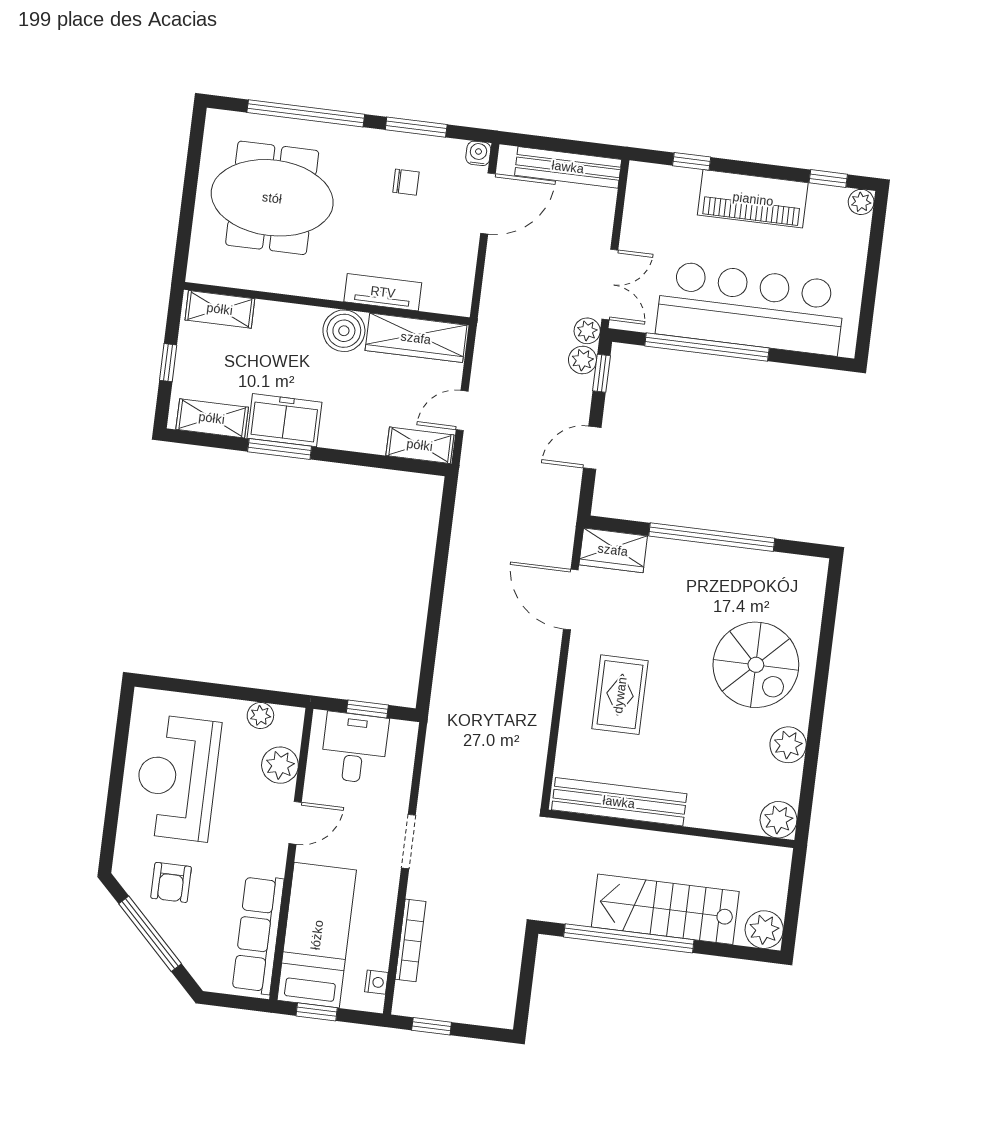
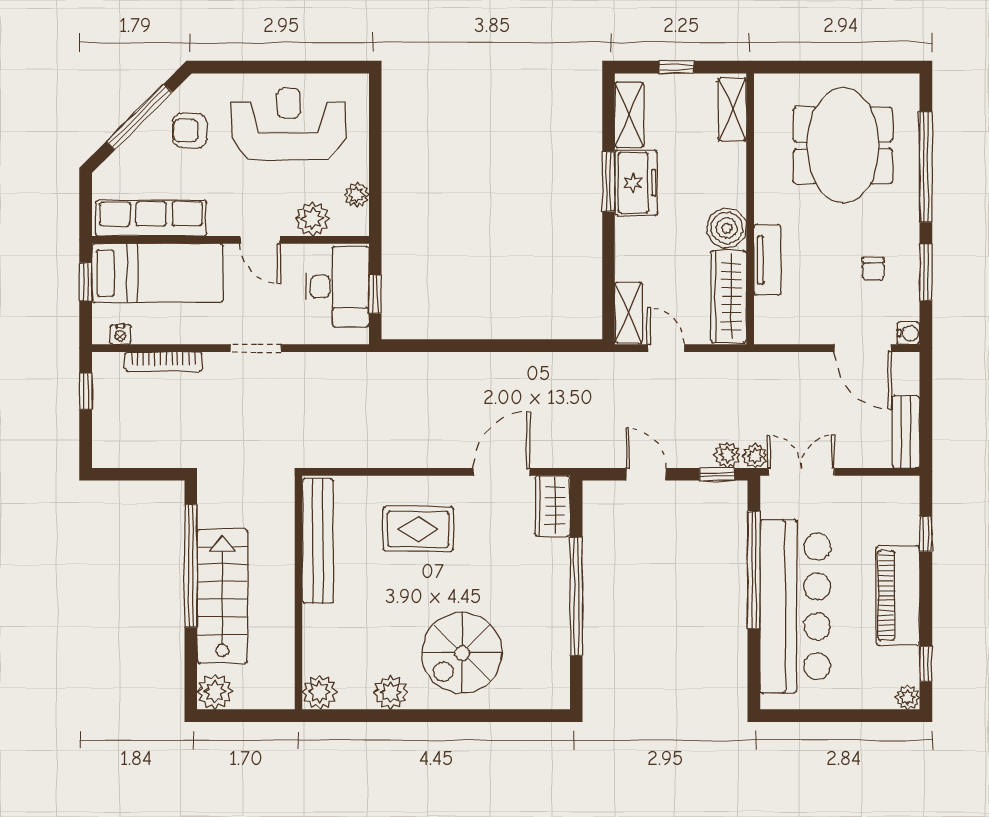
bench: (568, 167) -> (906, 432), width x0.73
double door: (610, 284) -> (801, 472), swing flipped
desk: (354, 748) -> (337, 287), width x1.37

